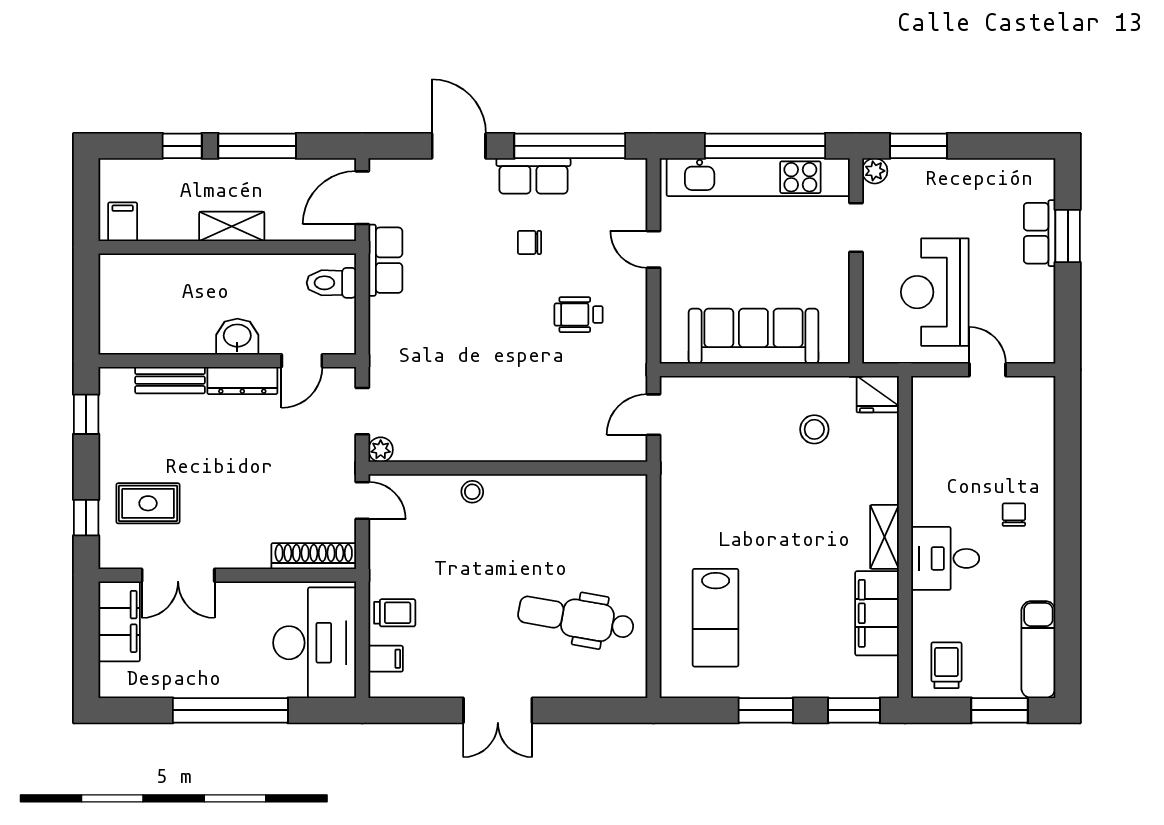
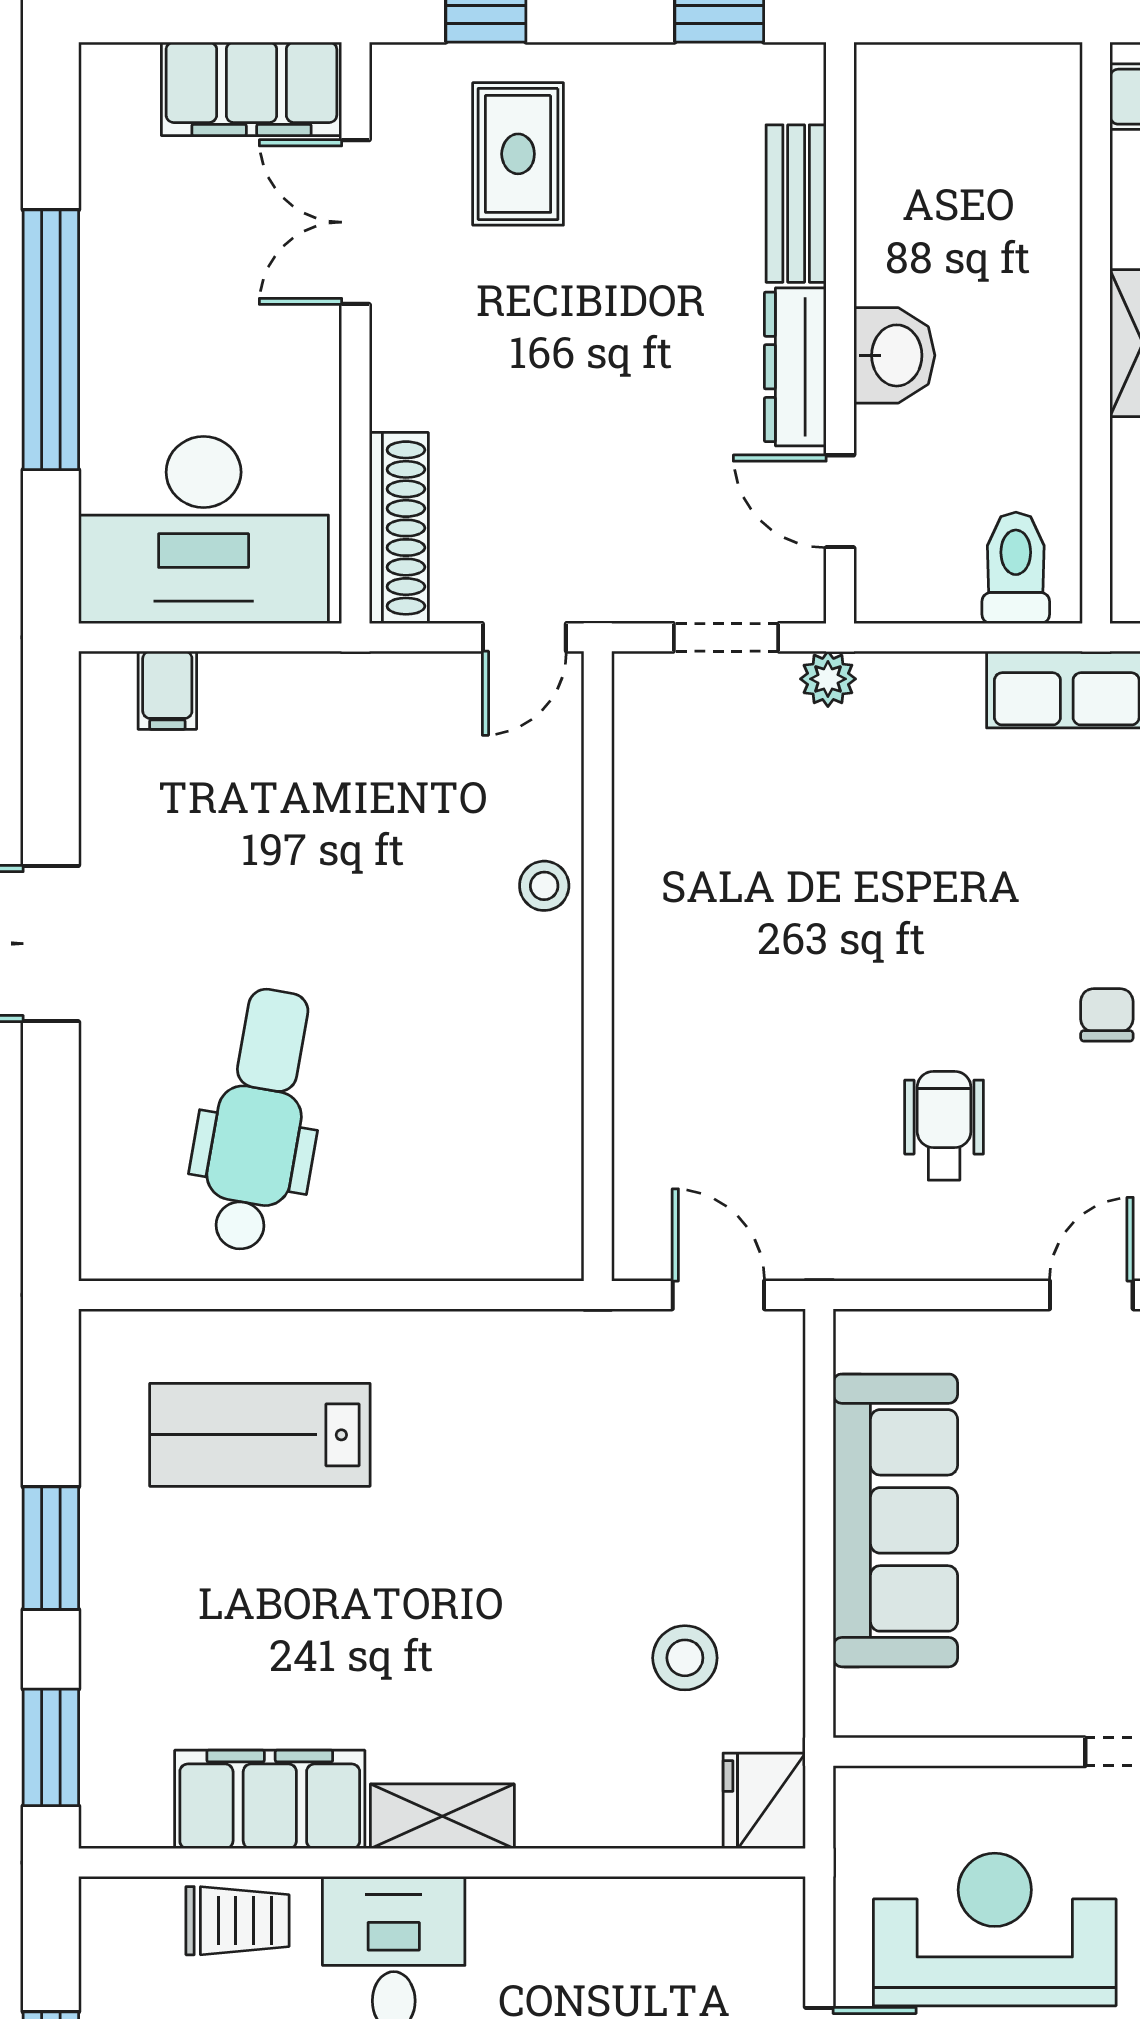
plant: (381, 450) -> (828, 679), moved
trolley: (395, 613) -> (271, 711), removed
trolley: (946, 665) -> (238, 1921), moved

